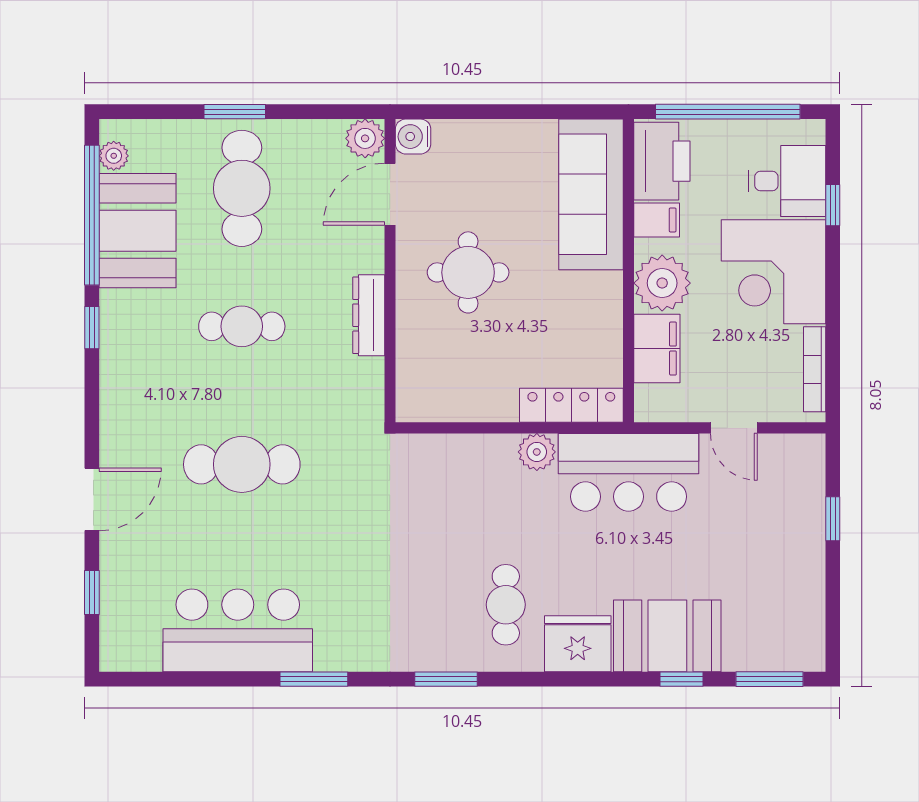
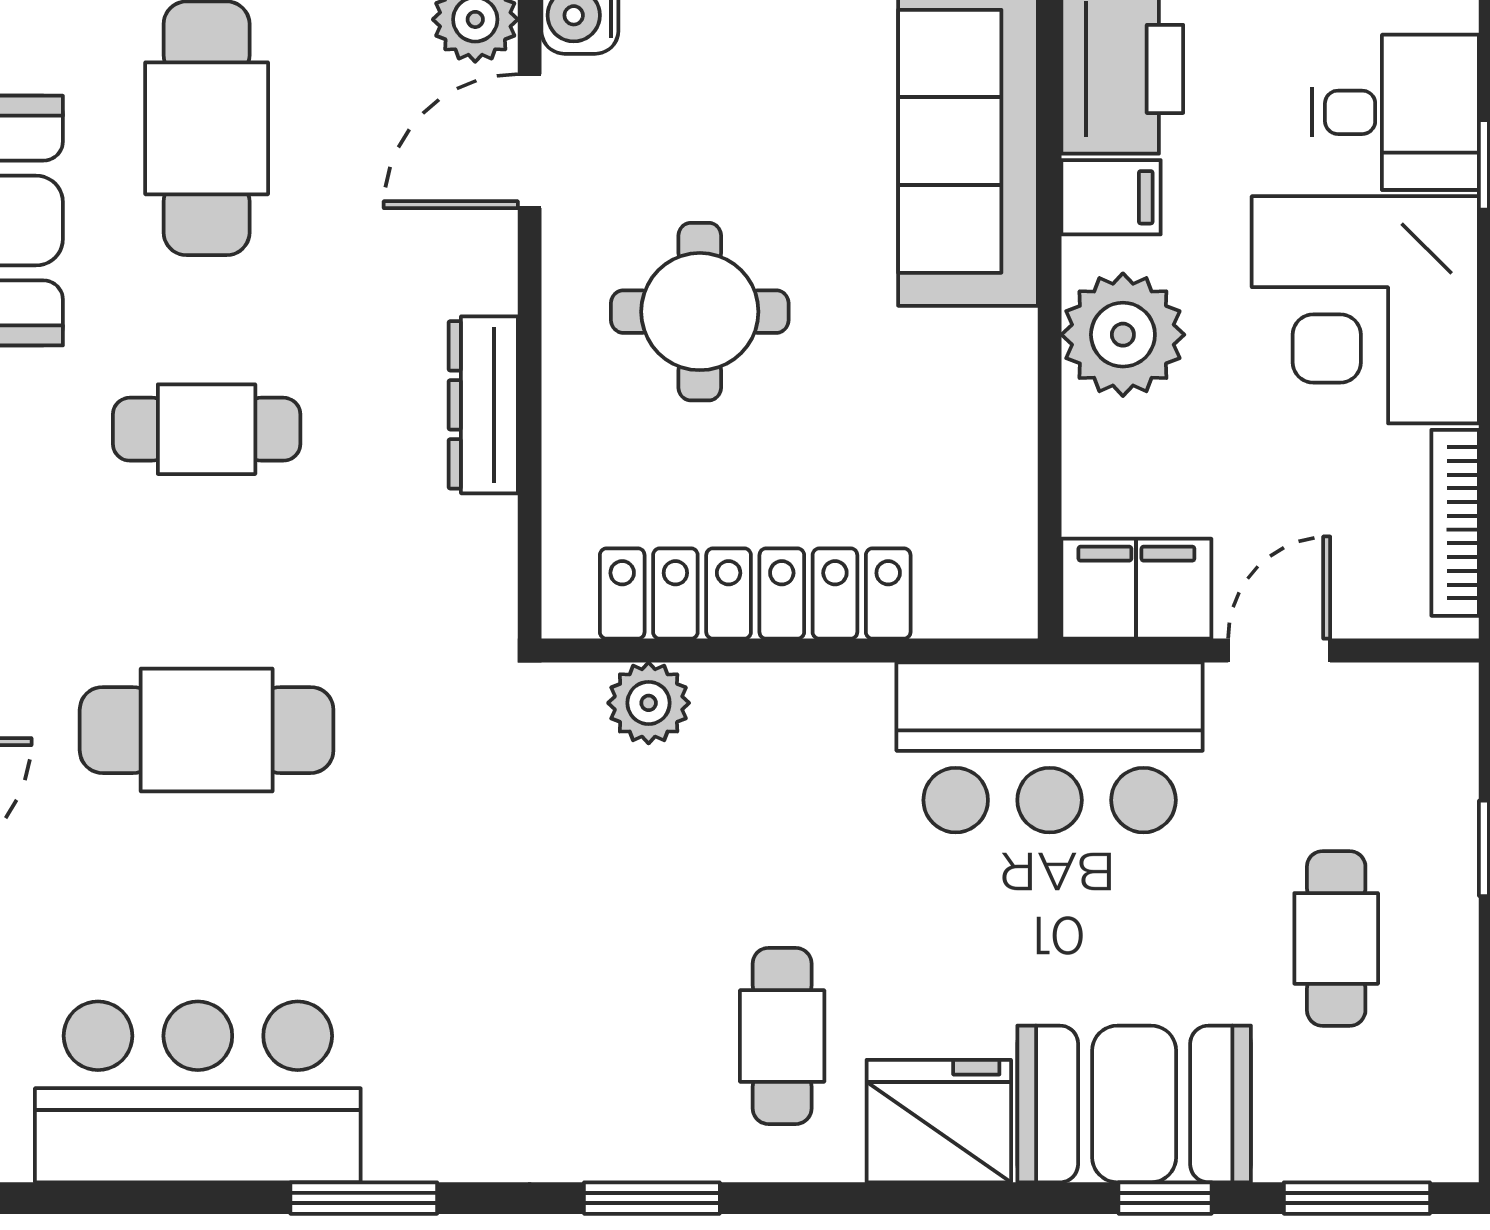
filing cabinet: (657, 349) -> (1136, 589), moved, turned -90
locker: (571, 405) -> (755, 594), moved, width x1.41, depth x1.21
door: (734, 428) -> (1279, 650), swing flipped
plant: (537, 452) -> (649, 703), moved
cafe table: (760, 560) -> (1336, 938), added

